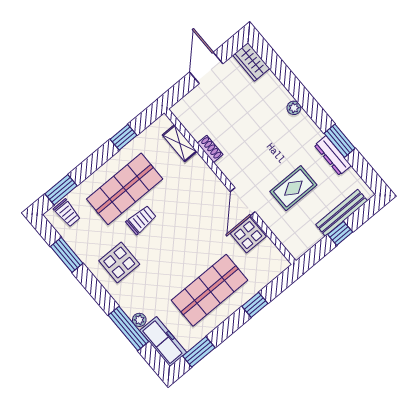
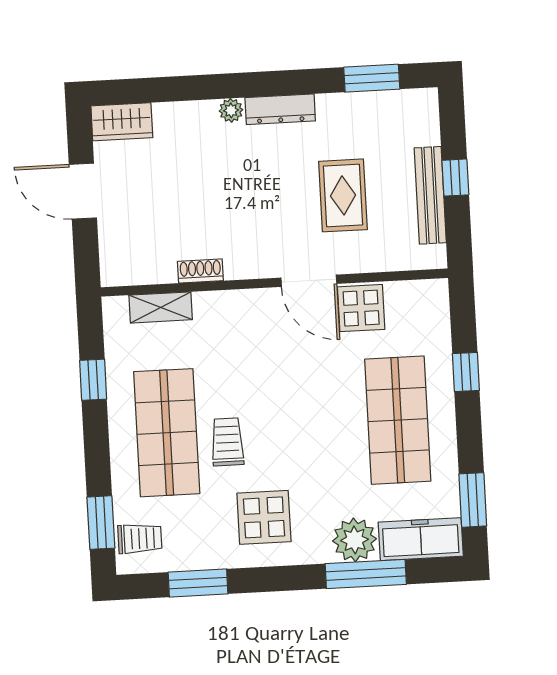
window: (340, 141) -> (372, 78), moved
dresser: (333, 156) -> (280, 109), moved
bench: (342, 213) -> (430, 195), moved
plant: (139, 320) -> (355, 540), width x1.88, depth x1.88

